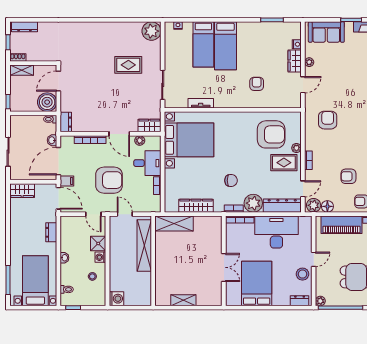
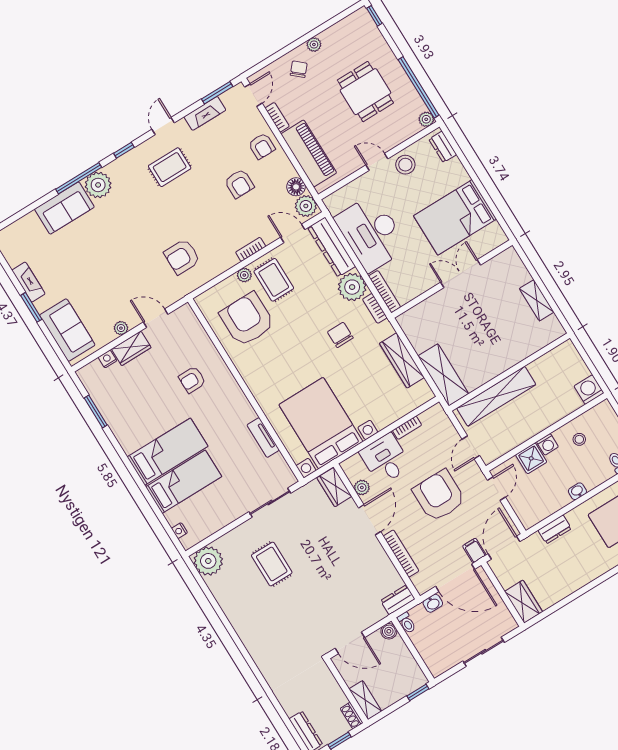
boiler: (47, 102) -> (389, 631), width x0.54, depth x0.54

